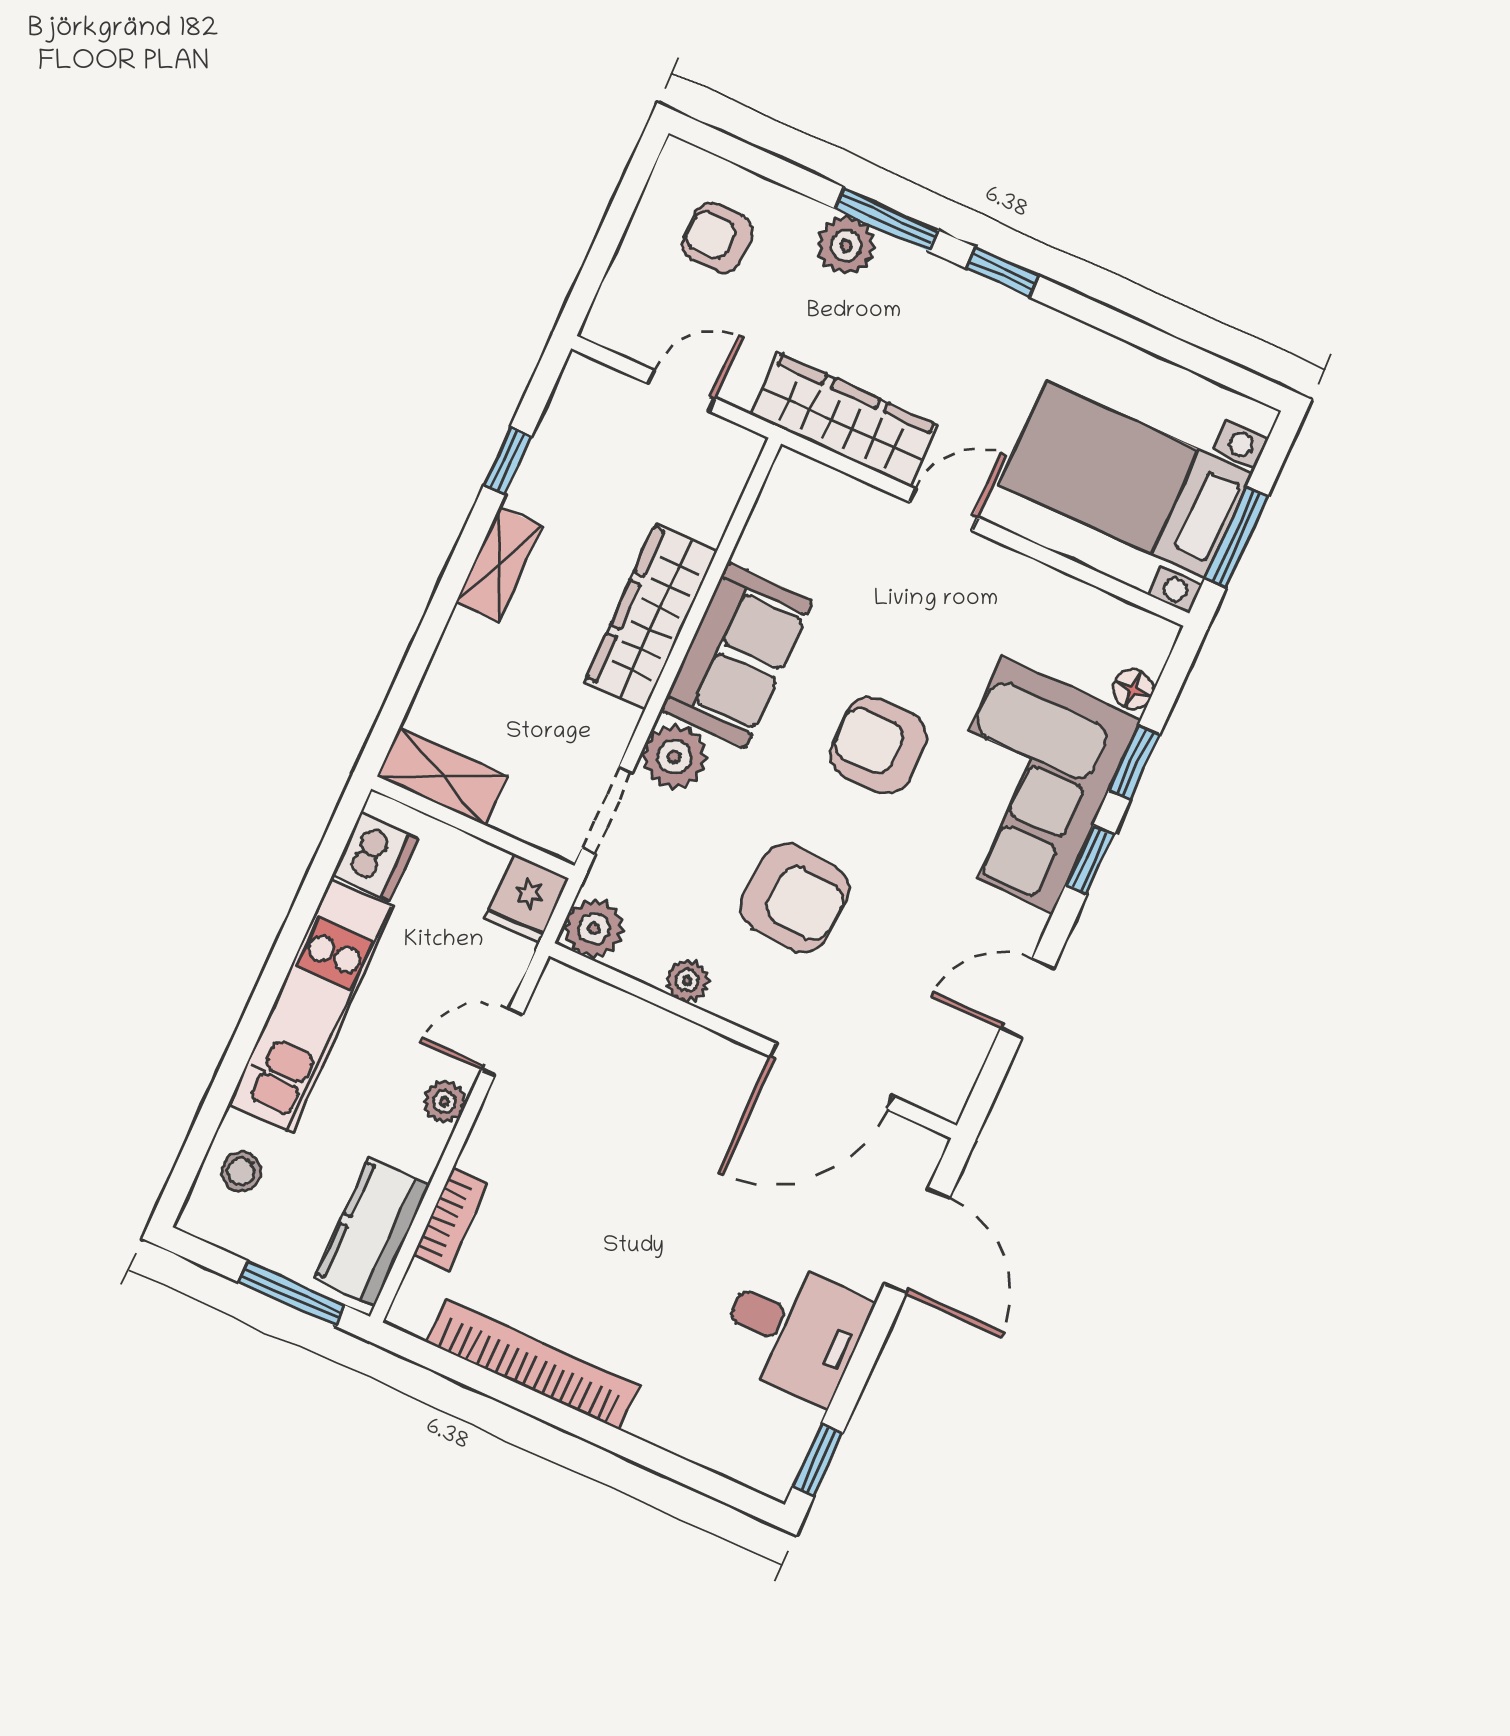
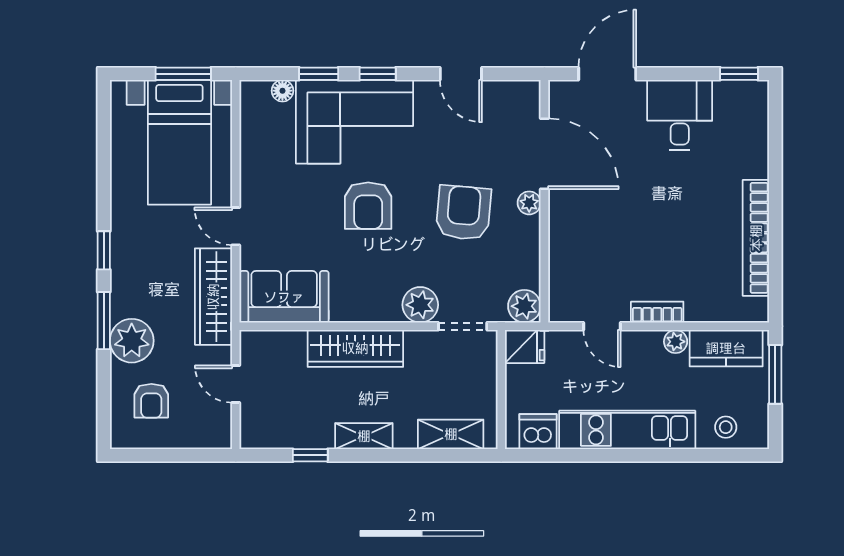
plant: (846, 246) -> (132, 341), width x1.36, depth x1.36
sofa: (737, 655) -> (284, 297), moved
shelving: (442, 776) -> (451, 434), moved, turned 90
plant: (687, 980) -> (529, 203), moved
plant: (444, 1102) -> (676, 342), moved
bookcase: (450, 1219) -> (657, 312), moved

